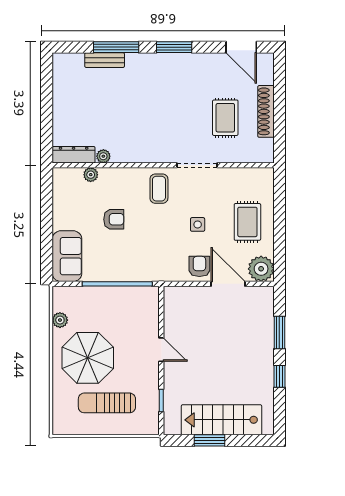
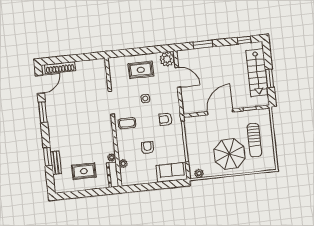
window: (116, 47) -> (48, 157), width x0.69
window: (174, 47) -> (43, 112), moved
shoe rack: (266, 111) -> (60, 68), moved
rug: (225, 118) -> (84, 171), moved
armchair: (199, 266) -> (166, 119), moved
door: (228, 284) -> (178, 77), swing flipped
plant: (60, 320) -> (199, 173), moved
door: (161, 350) -> (220, 112), width x1.88
window: (279, 376) -> (244, 40), moved

